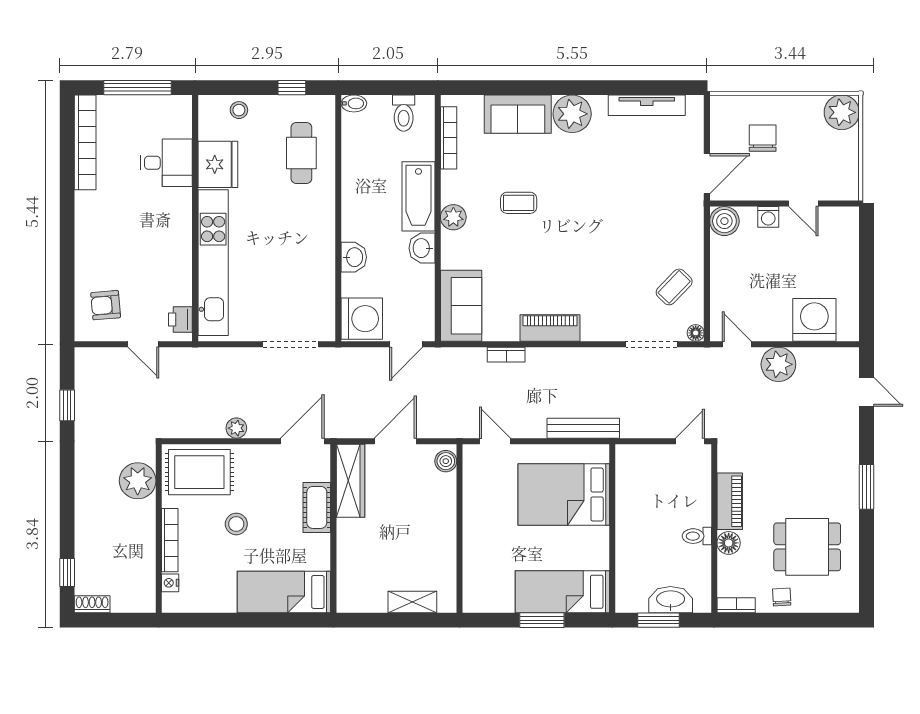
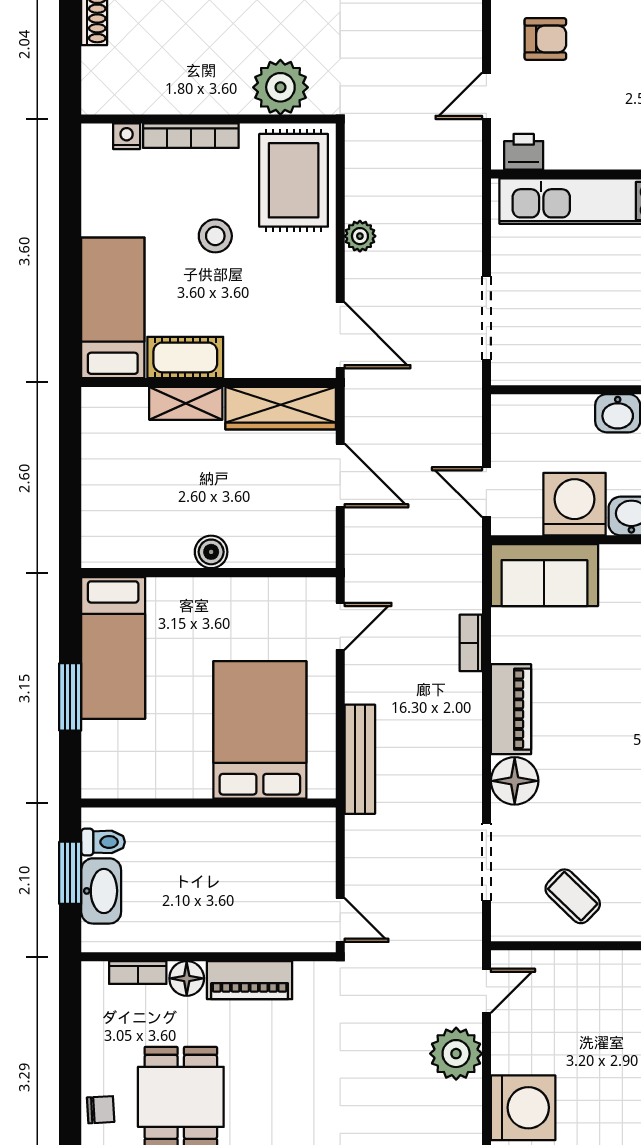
armchair: (106, 305) -> (545, 39), turned 95
washing machine: (362, 319) -> (574, 504), moved, turned 180
floor lamp: (696, 333) -> (515, 781), moved, width x1.89, depth x1.89
boiler: (446, 461) -> (211, 552), moved
cot: (317, 507) -> (185, 357), moved
toilet: (697, 536) -> (103, 842), moved, turned 90
bed: (562, 592) -> (113, 648), moved, turned 180
chair: (782, 597) -> (101, 1110), moved
shelving: (412, 602) -> (186, 403), moved, turned 90
bookcase: (736, 605) -> (138, 973), moved, turned 90

